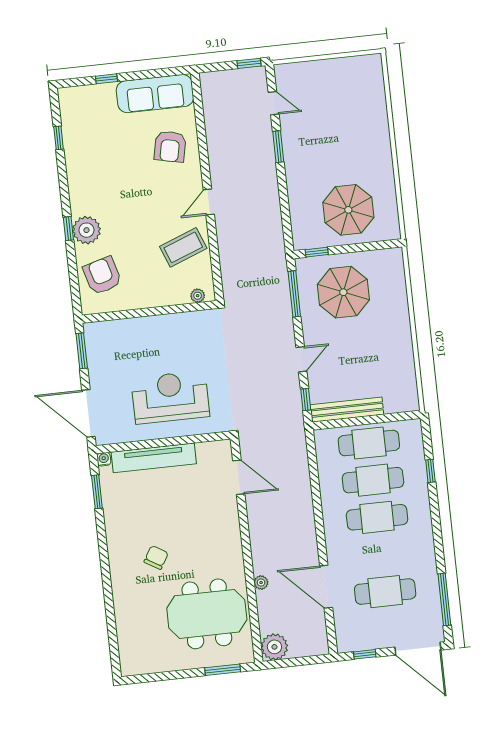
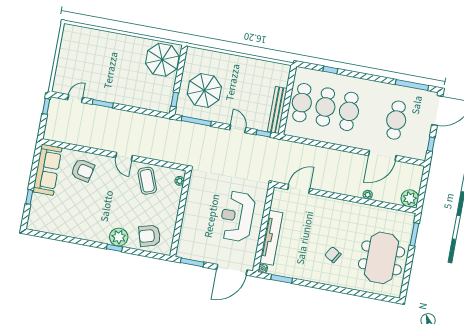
window: (59, 138) -> (57, 237), removed
parasol: (348, 210) -> (162, 60), moved
meeting table: (207, 614) -> (382, 258), moved

